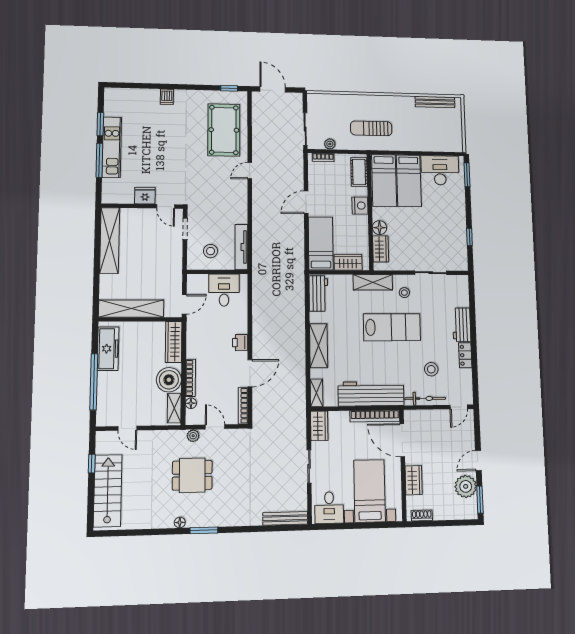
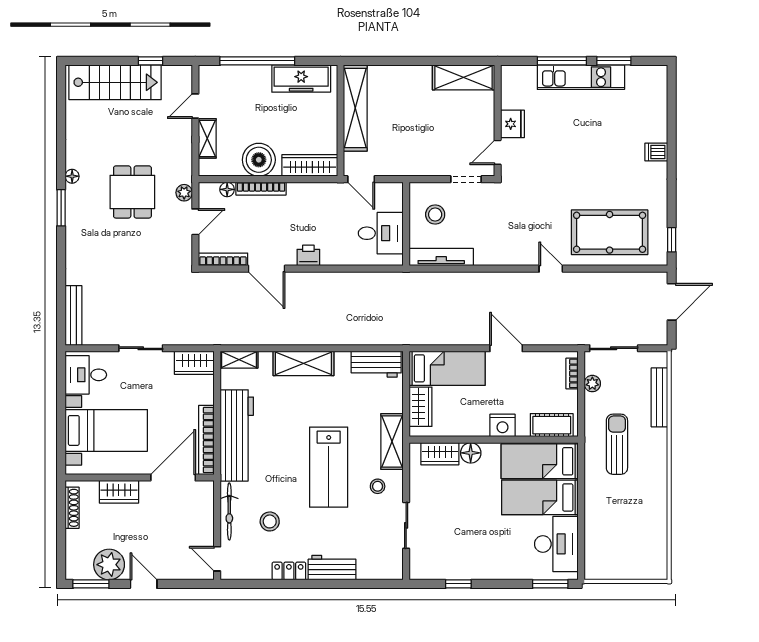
bench: (435, 102) -> (659, 397), moved
shelving: (110, 240) -> (463, 77), width x0.68
shelving: (174, 408) -> (207, 138), moved, turned 90
shoe rack: (422, 515) -> (72, 508), width x1.43

